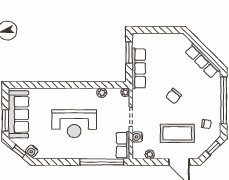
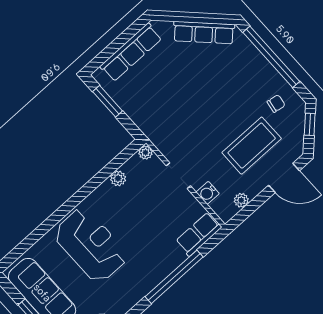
row of seats: (139, 68) -> (131, 52), moved, turned 90
chair: (174, 96) -> (207, 105), removed
reception desk: (74, 124) -> (91, 245), moved, turned -90
row of seats: (123, 145) -> (199, 234), moved, turned 90
window: (102, 162) -> (174, 277), moved

